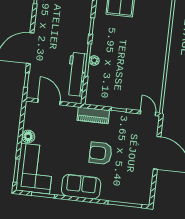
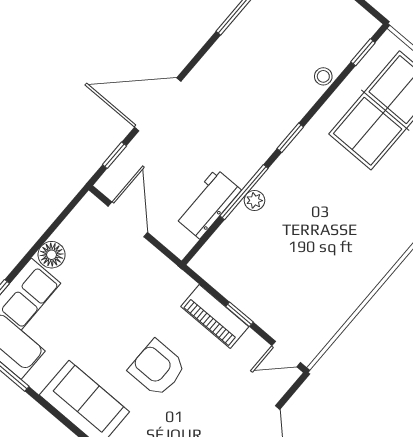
workbench: (77, 74) -> (208, 204), width x0.73
door: (148, 113) -> (286, 354), swing flipped
piano: (93, 115) -> (215, 317), moved

